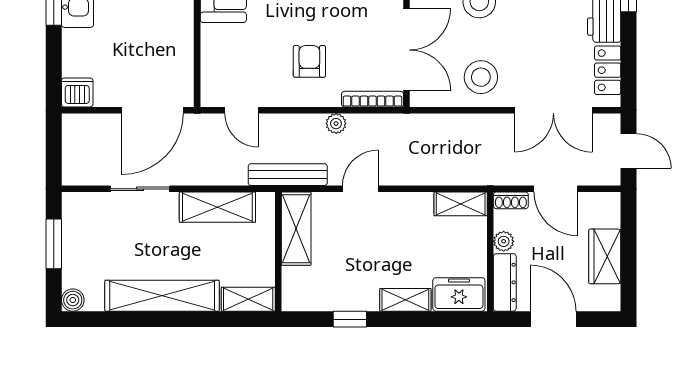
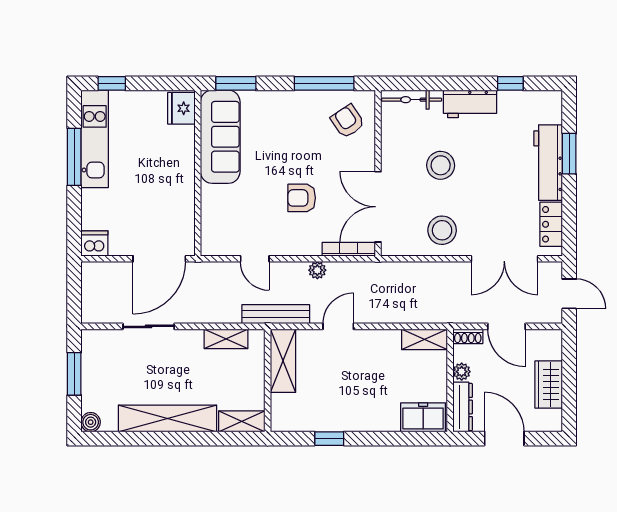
double door: (407, 50) -> (378, 207), swing flipped
armchair: (309, 61) -> (302, 198), moved, turned -90
door: (242, 110) -> (255, 259), moved
shelving: (217, 207) -> (226, 339), width x0.67, depth x0.75
shelving: (405, 300) -> (377, 422), removed

